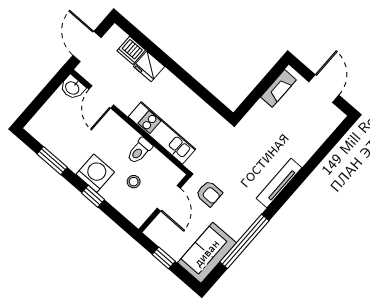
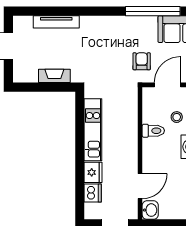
fireplace: (278, 88) -> (54, 76), moved
kitchen unit: (162, 133) -> (93, 130), moved, turned 180
tv unit: (279, 183) -> (56, 22), moved

